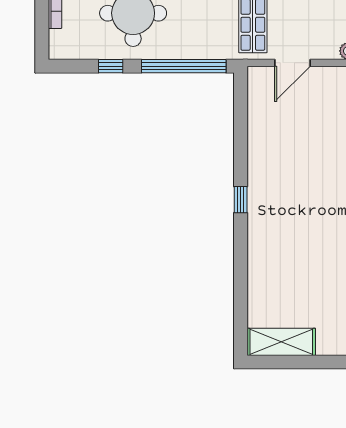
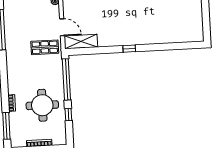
shelving: (281, 342) -> (81, 42), moved, turned 90

